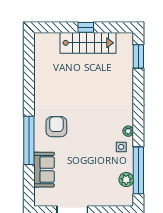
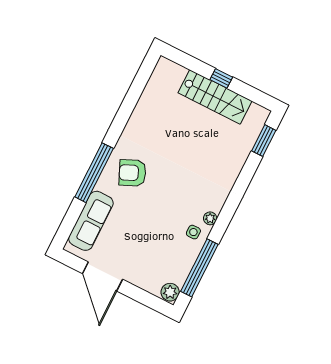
armchair: (56, 127) -> (132, 173), turned -114
sofa: (44, 170) -> (91, 221), width x1.36
plant: (126, 180) -> (170, 292), moved

